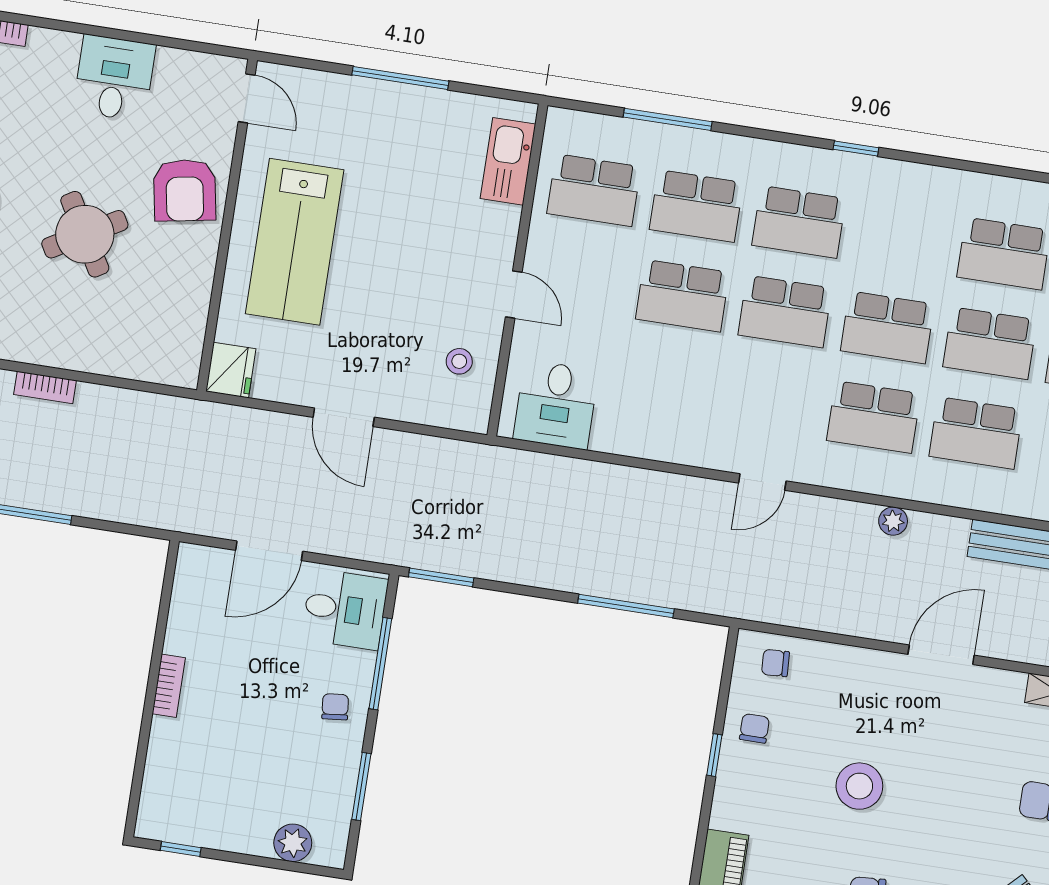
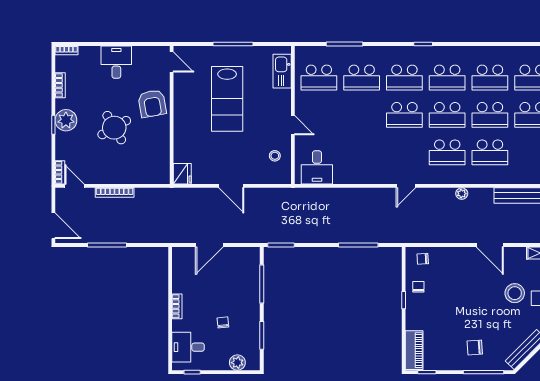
lab bench: (295, 242) -> (227, 99), moved
school desk: (682, 296) -> (447, 78), moved
bookcase: (45, 387) -> (115, 193), width x1.56
desk: (345, 609) -> (188, 347), moved, turned 180
door: (941, 655) -> (490, 245), swing flipped
chair: (335, 707) -> (223, 322), moved
stool: (859, 786) -> (515, 293), moved

